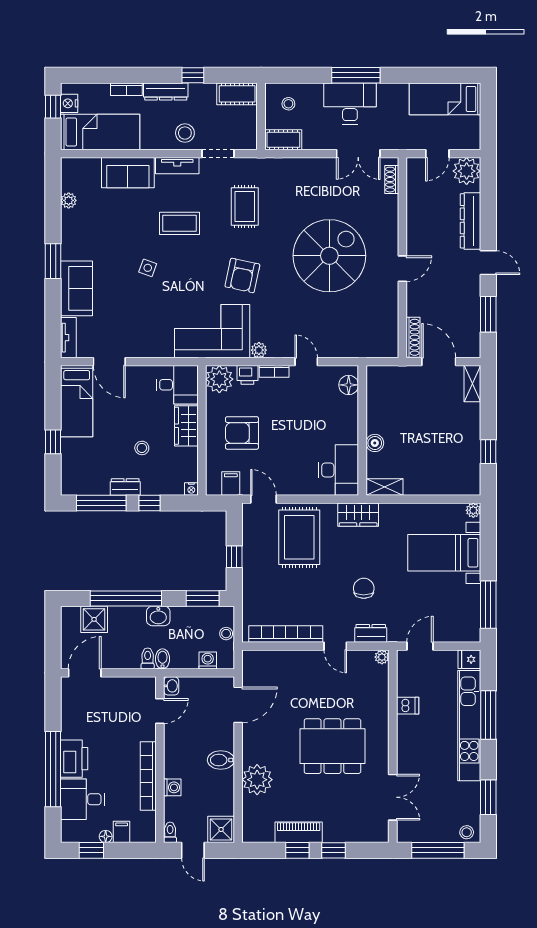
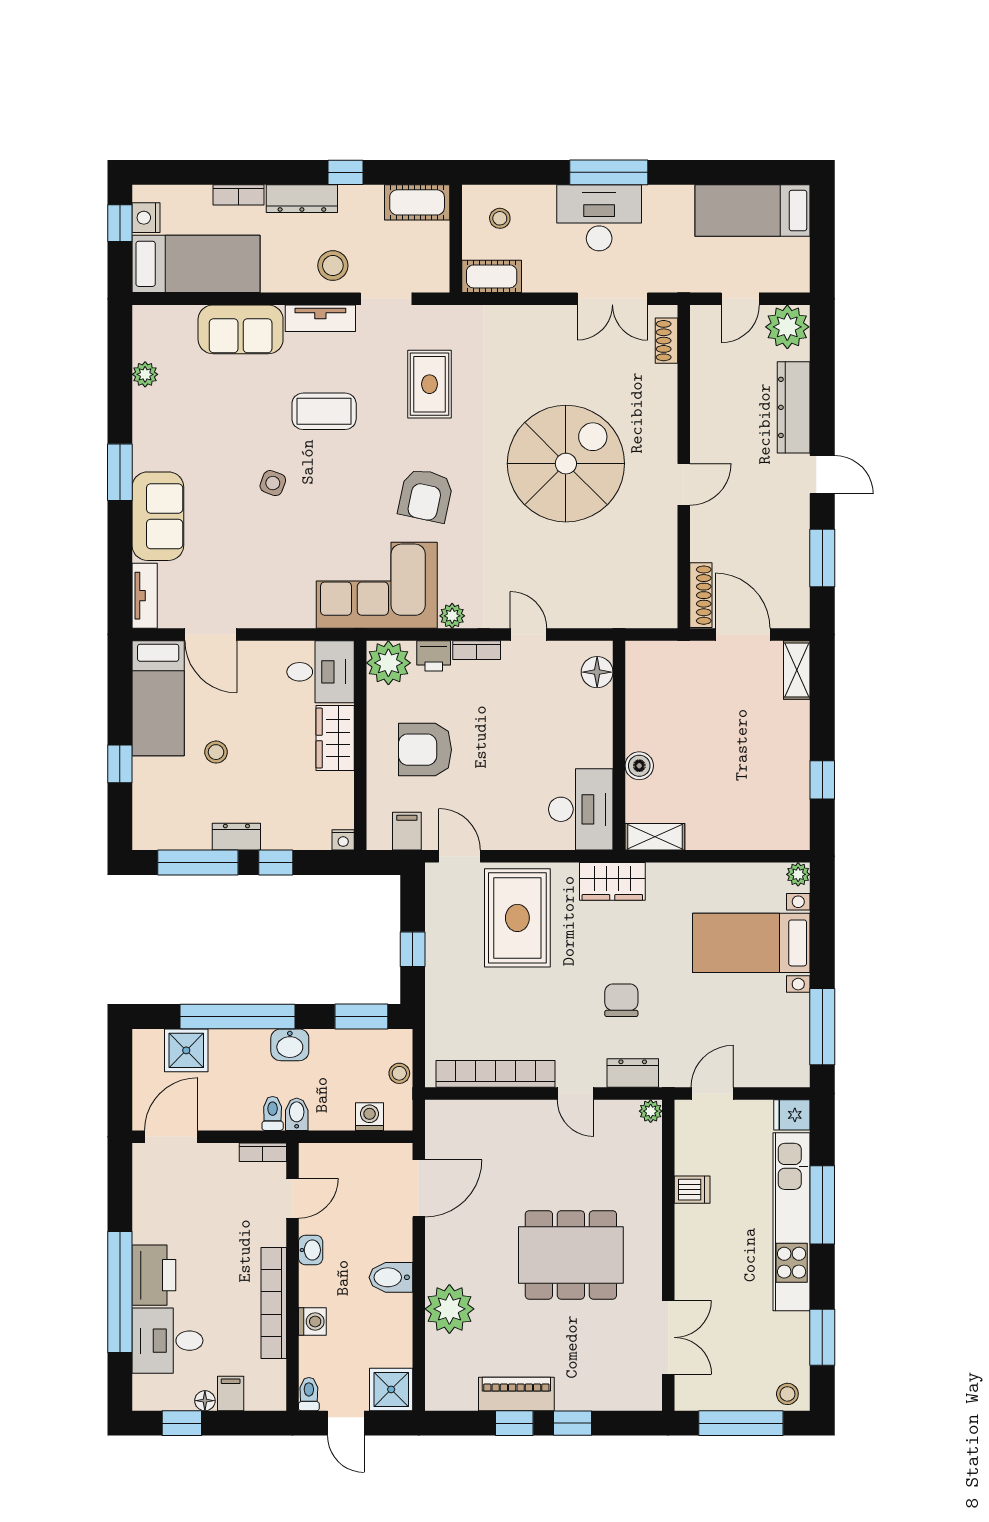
stool: (142, 448) -> (216, 752), moved
bookcase: (142, 682) -> (263, 1152), added
washbasin: (171, 686) -> (311, 1250), moved

